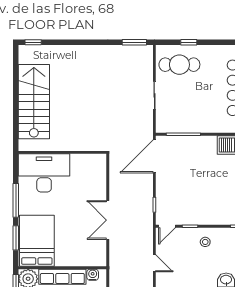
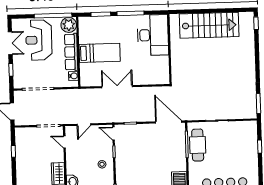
cafe table: (179, 65) -> (198, 145), moved
bed: (37, 241) -> (100, 53), moved, width x0.67

